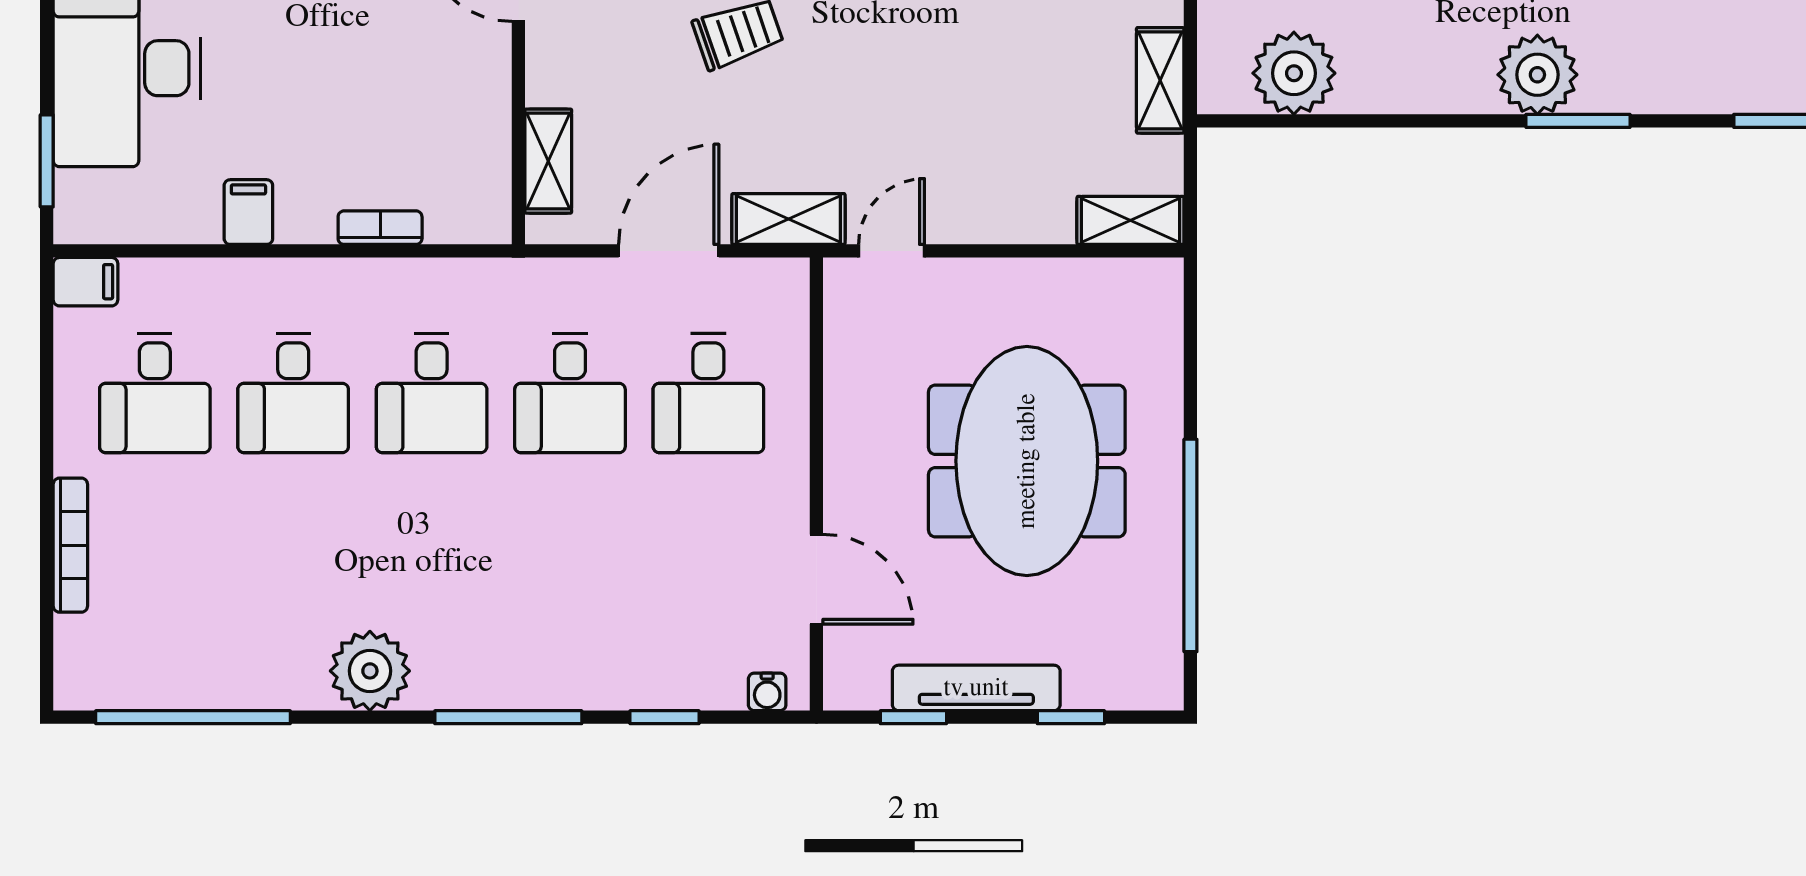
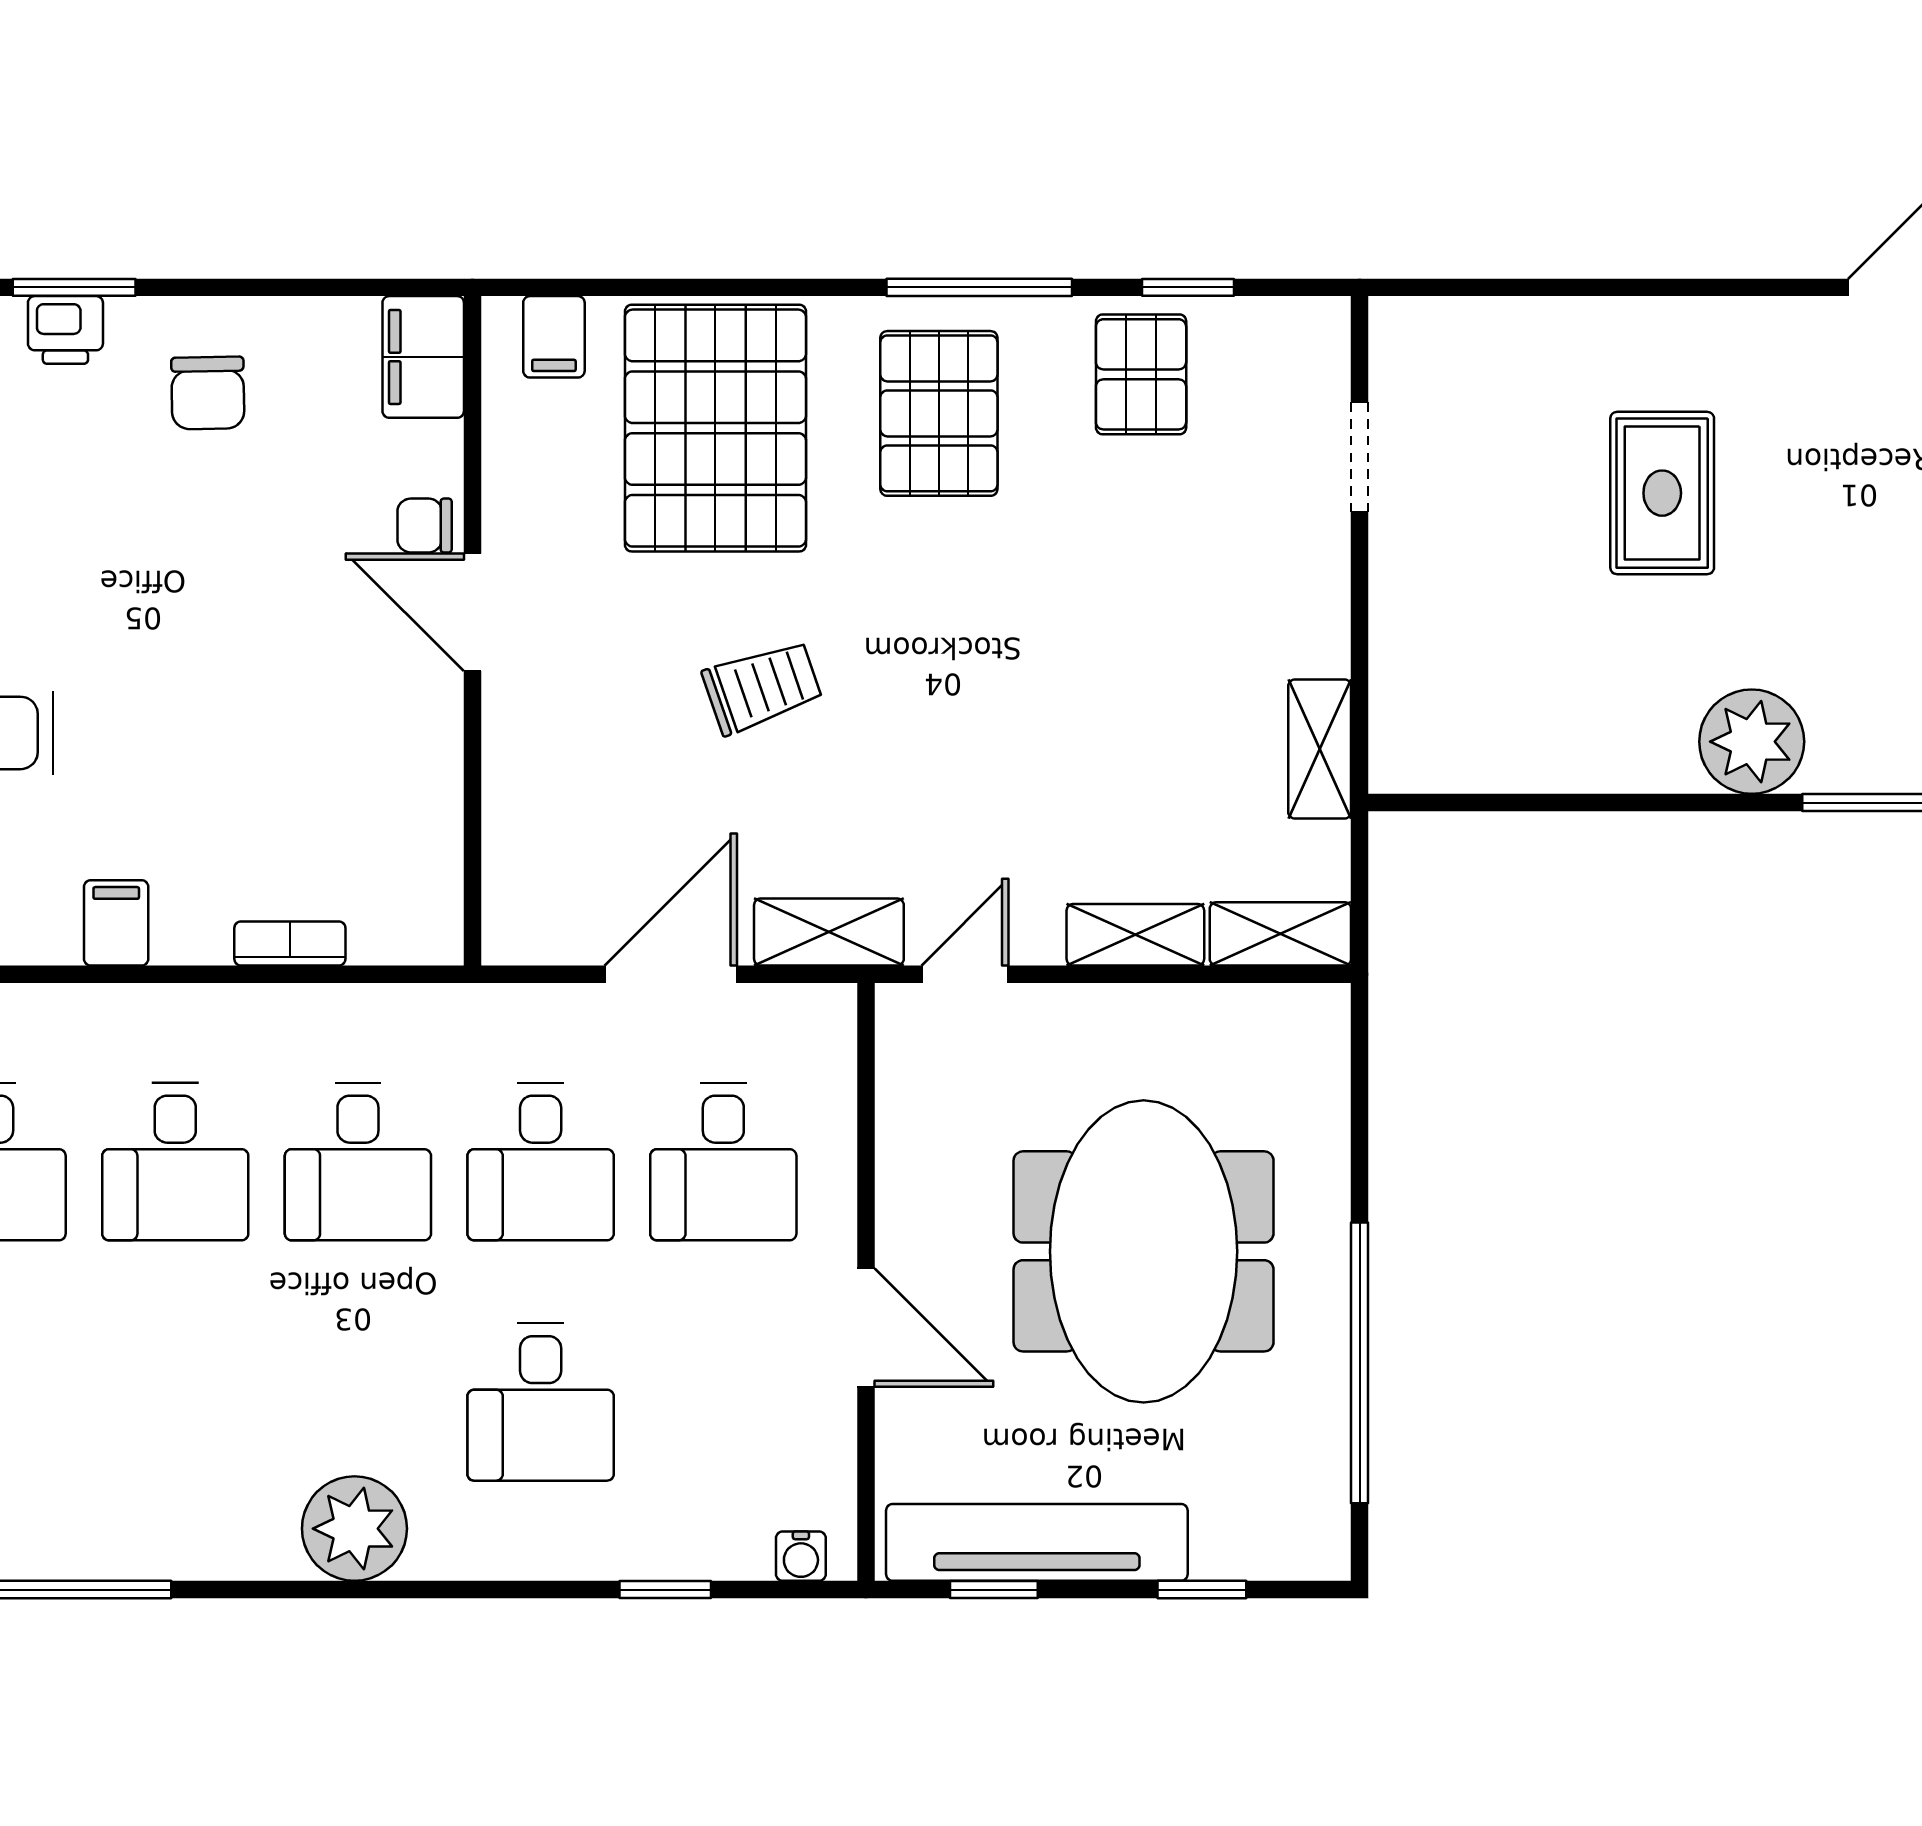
plant: (1294, 73) -> (1496, 740), removed
plant: (1537, 75) -> (1752, 742), moved
shelving: (548, 161) -> (1135, 935), moved, turned 90
desk: (570, 575) -> (541, 1402), added
door: (816, 579) -> (866, 1328), moved
plant: (370, 671) -> (354, 1529), moved
tv unit: (976, 688) -> (1037, 1542), width x1.36, depth x1.29
window: (508, 717) -> (459, 1590), removed

